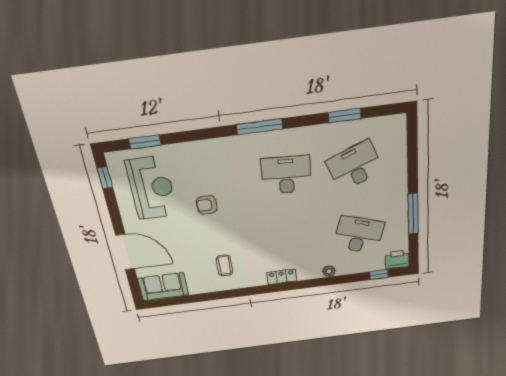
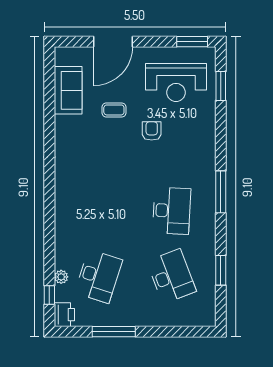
window: (105, 178) -> (192, 42), width x1.50
coffee table: (225, 266) -> (114, 110), moved
plant: (329, 271) -> (61, 277), moved
locker: (282, 277) -> (62, 194), removed
sofa: (163, 287) -> (68, 90), moved

